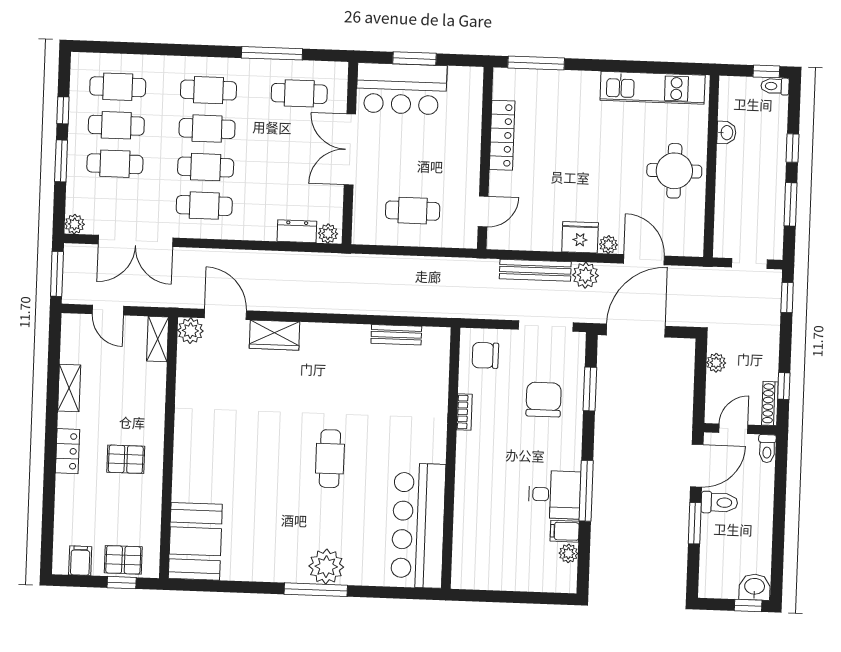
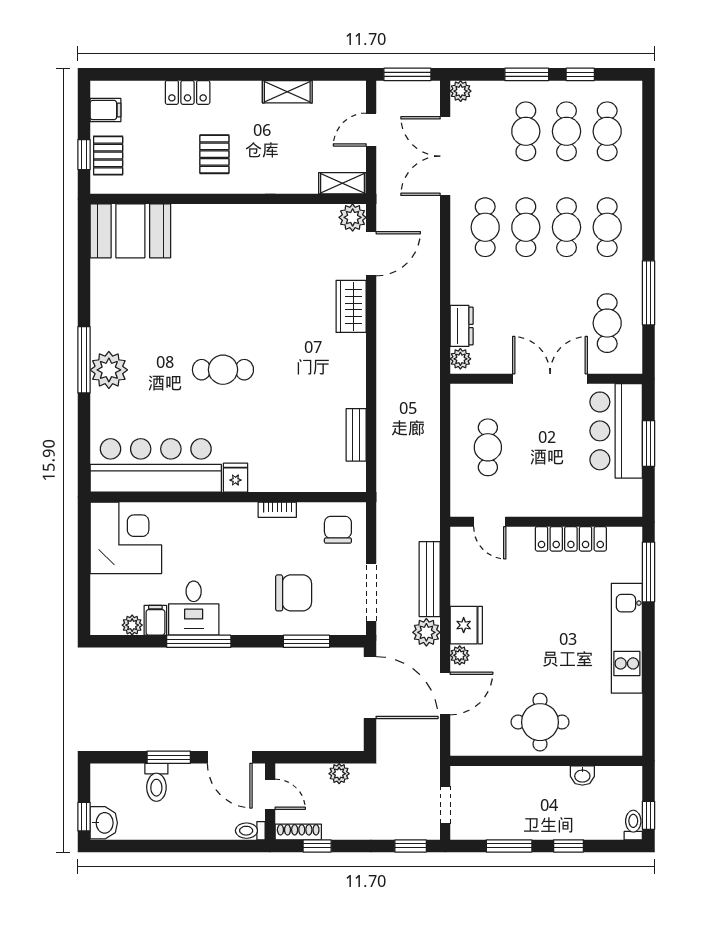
kitchen unit: (653, 88) -> (627, 638), moved
fridge: (433, 450) -> (235, 478), added
locker: (68, 451) -> (188, 92), moved
toilet: (719, 502) -> (156, 782), moved
corner desk: (486, 556) -> (126, 538), added

